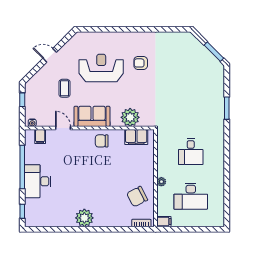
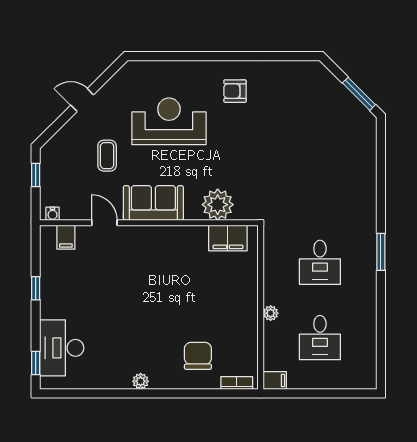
armchair: (141, 63) -> (235, 91), moved
window: (227, 108) -> (381, 252), moved
chair: (102, 141) -> (170, 244), removed
window: (22, 167) -> (36, 288), width x0.32
desk: (38, 181) -> (62, 348), moved
desk: (191, 196) -> (320, 338), width x0.73
chair: (137, 197) -> (198, 356), moved, turned 117
plant: (84, 218) -> (141, 381), width x0.53, depth x0.53

